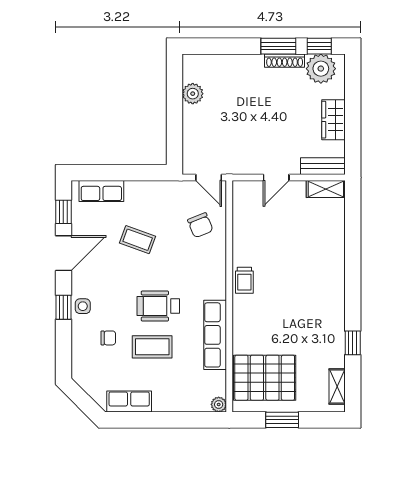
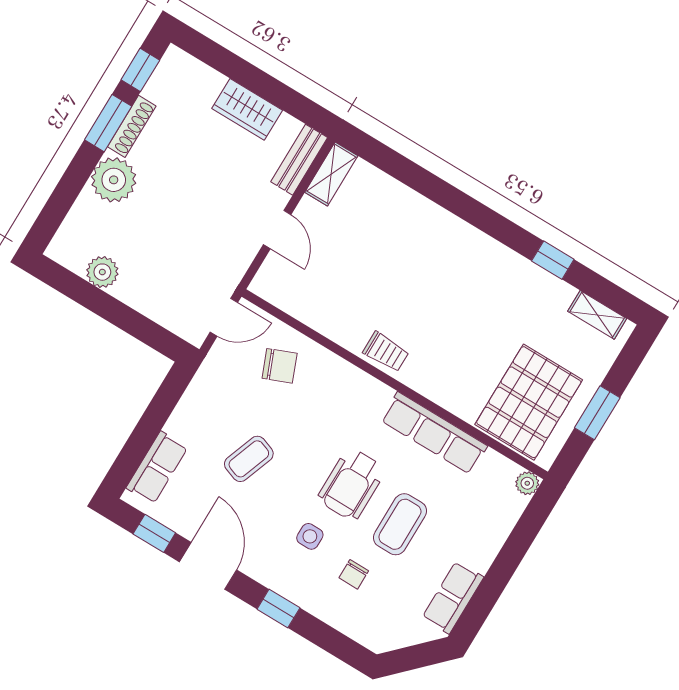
plant: (321, 69) -> (114, 180), moved
side table: (83, 306) -> (310, 536), moved
chair: (108, 338) -> (354, 574), turned 180

